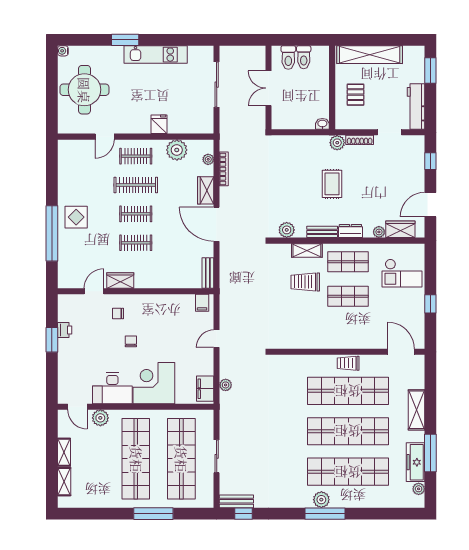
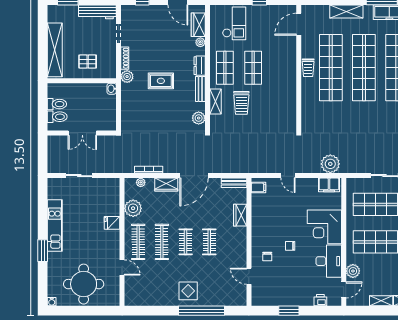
sliding door: (217, 85) -> (79, 176), width x0.73
clothes rail: (136, 156) -> (138, 242), width x1.36
wardrobe: (120, 280) -> (240, 215), moved
printer: (65, 330) -> (320, 300), moved
plant: (226, 385) -> (330, 164), width x1.88, depth x1.88

